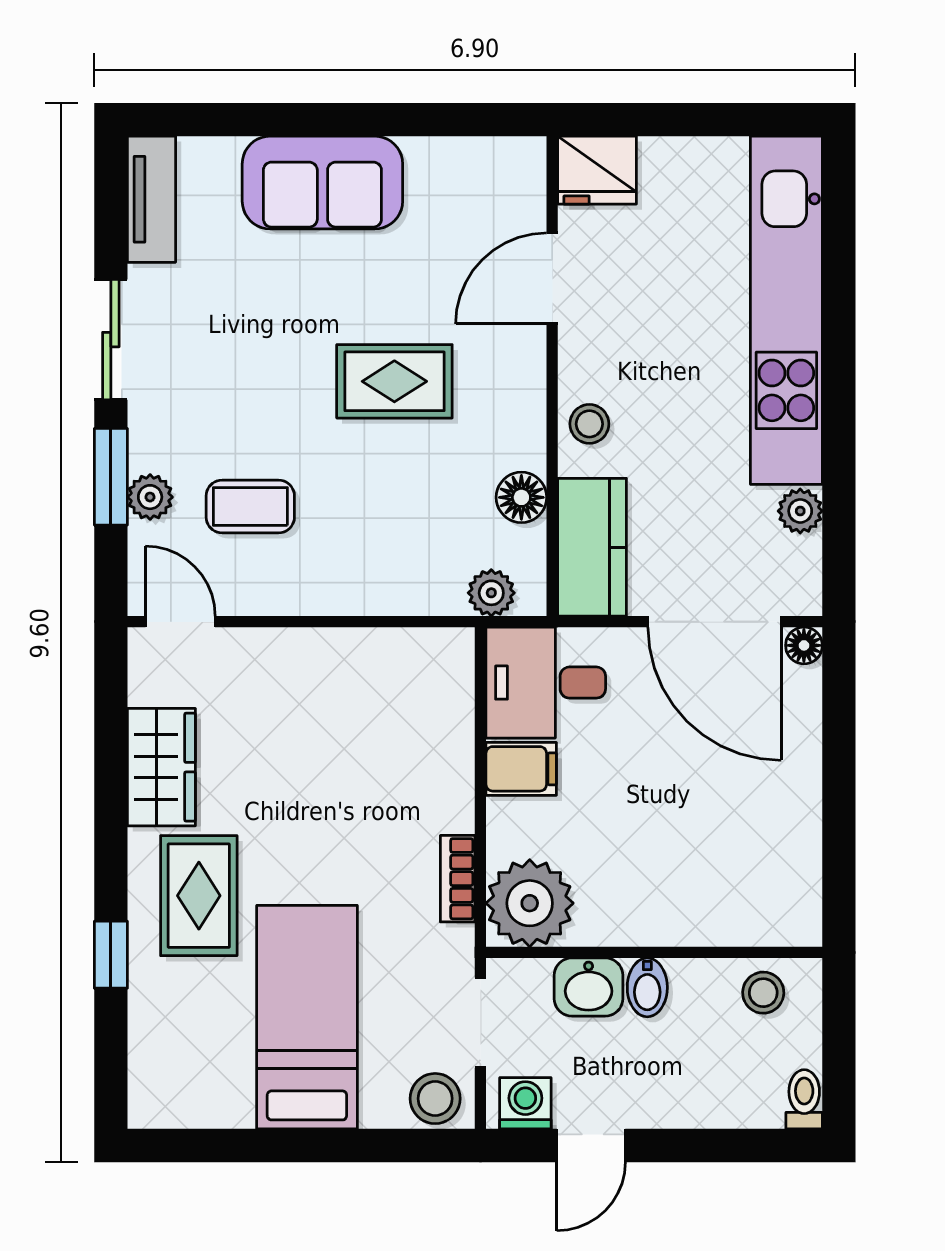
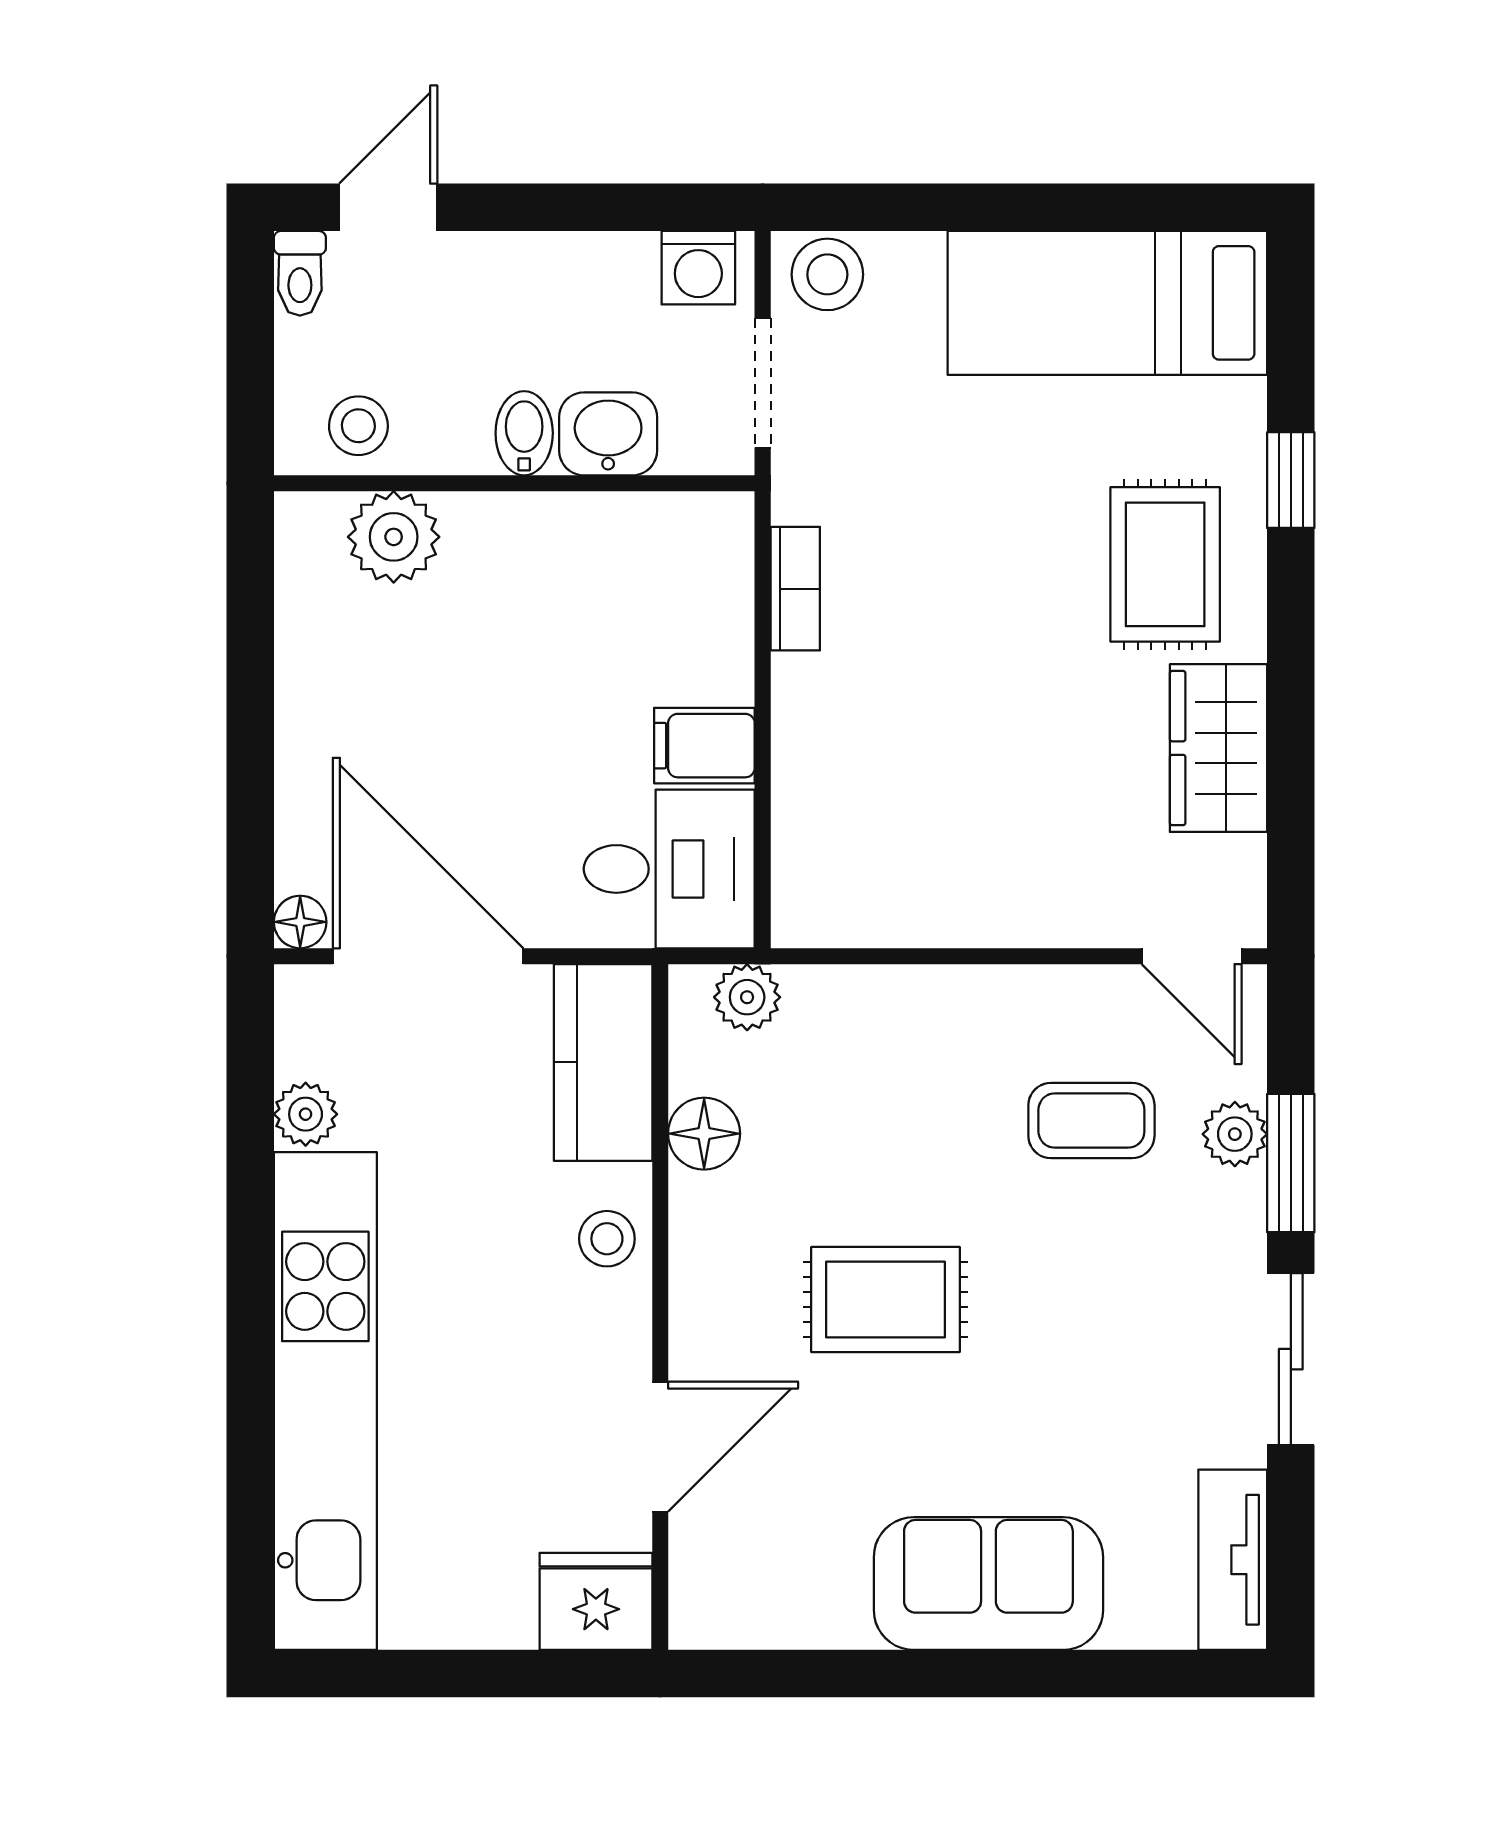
plant: (530, 903) -> (394, 537), moved, width x0.73, depth x0.73
bed: (307, 1017) -> (1107, 303), moved, turned 90
door: (591, 1145) -> (388, 207), moved

